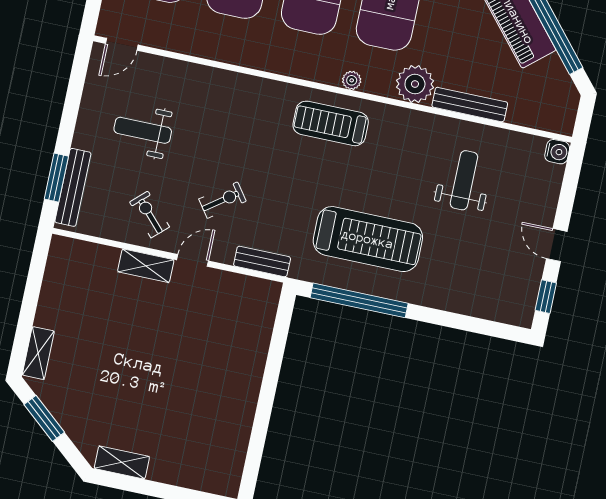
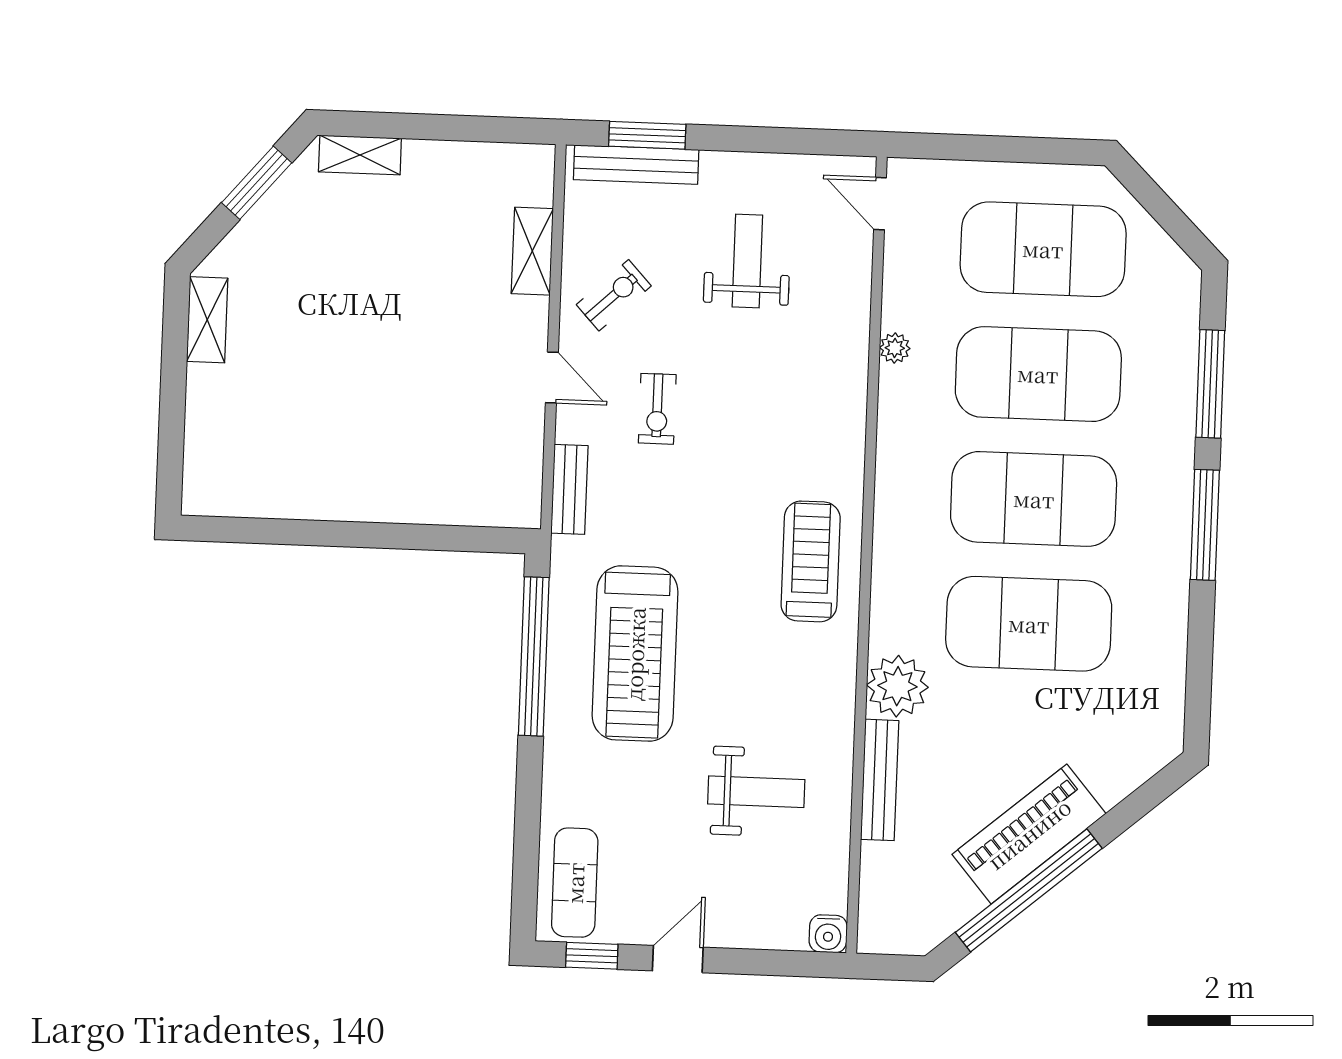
plant: (352, 80) -> (895, 348), moved
exercise bike: (222, 200) -> (657, 409), turned 36
shelving: (146, 266) -> (532, 251), moved
exercise mat: (500, 299) -> (575, 883), added

